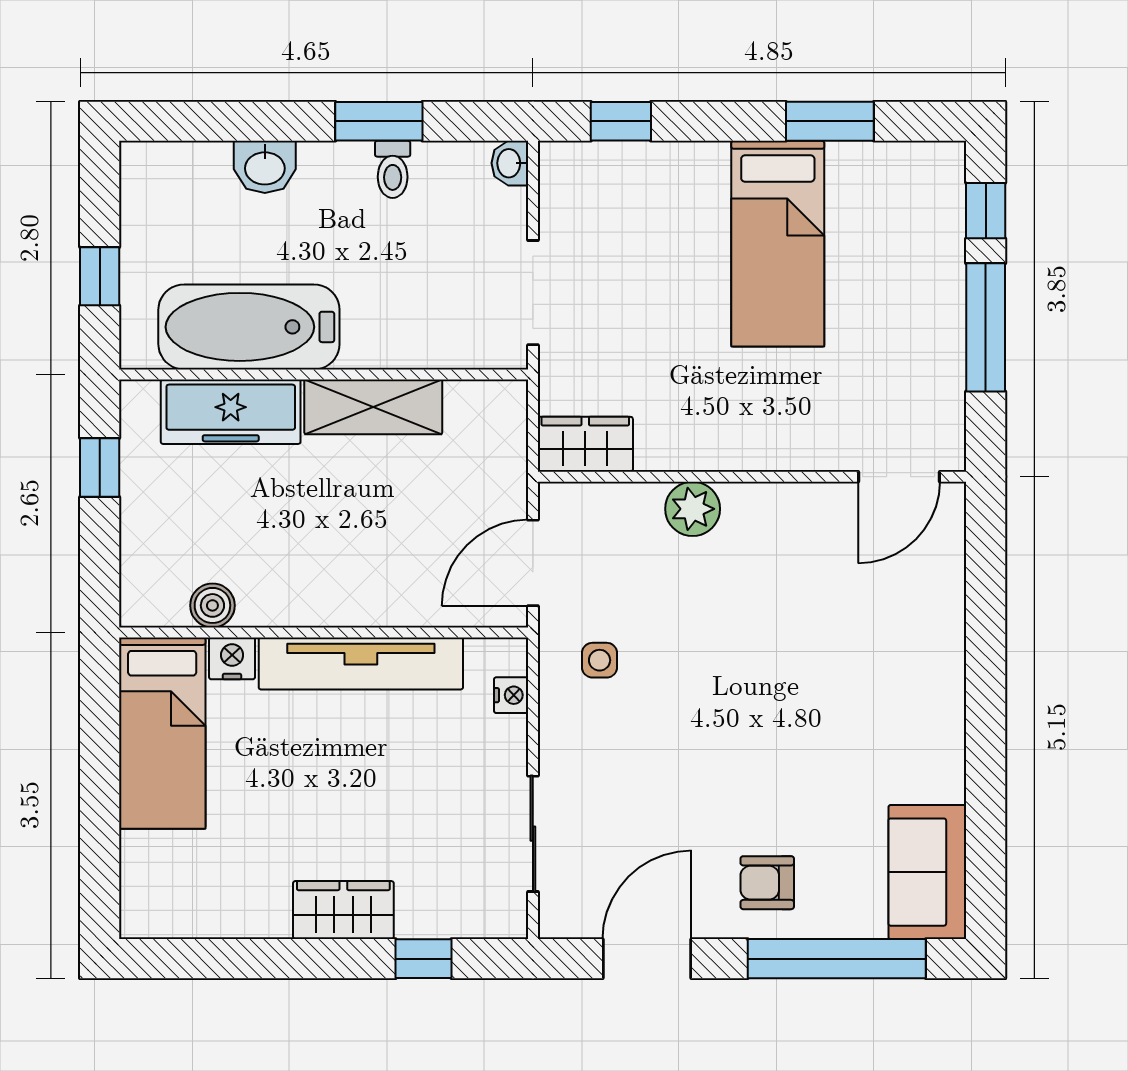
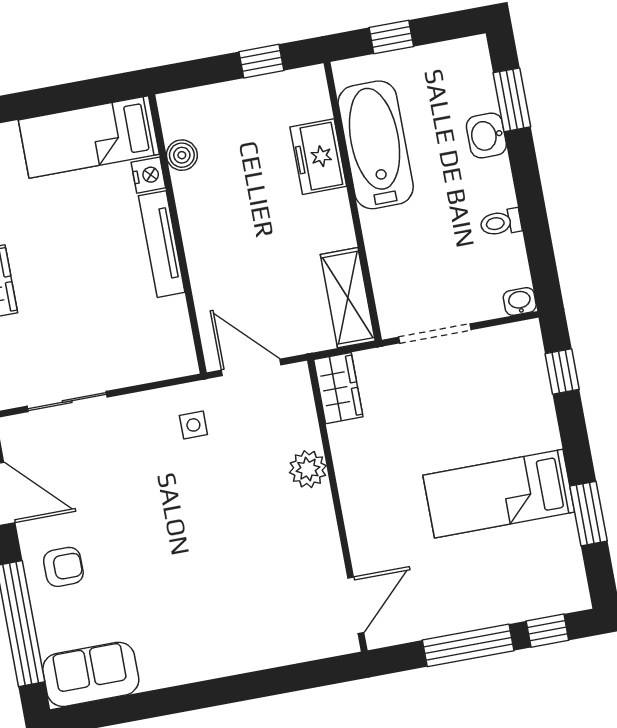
window: (379, 121) -> (512, 100), moved
shelving: (373, 407) -> (348, 298), moved
freezer: (231, 412) -> (318, 157), width x0.71
door: (899, 477) -> (356, 605), swing flipped
tv unit: (361, 663) -> (162, 244), width x0.73, depth x0.78
nightstand: (511, 695) -> (159, 369), removed
armchair: (767, 883) -> (63, 567), turned 90

